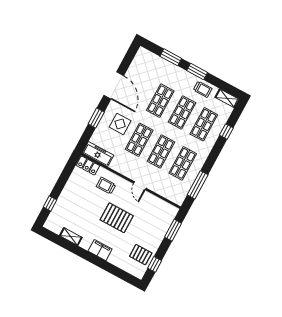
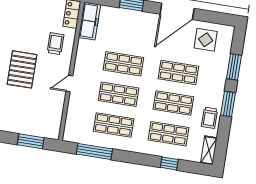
display table: (120, 124) -> (206, 40), moved

